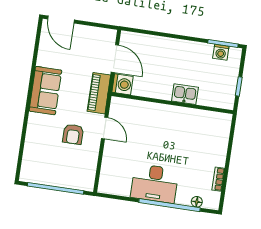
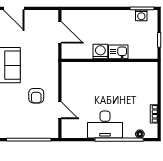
washing machine: (122, 84) -> (100, 52), moved, turned -90
piano: (99, 93) -> (52, 61), removed
door: (105, 128) -> (60, 110), moved

